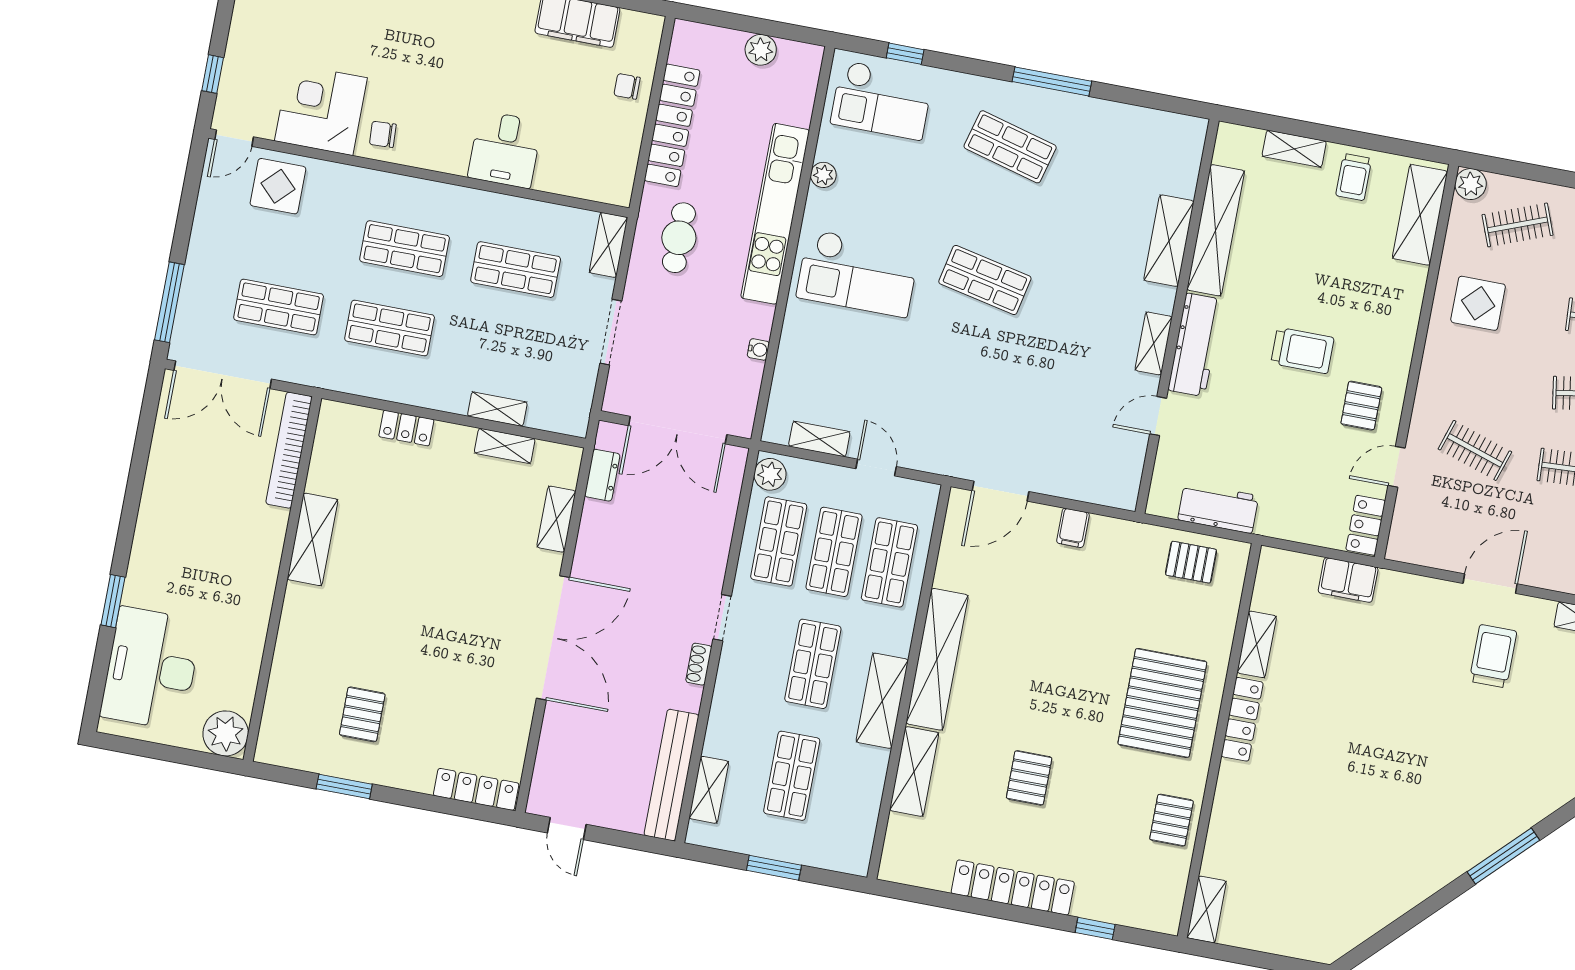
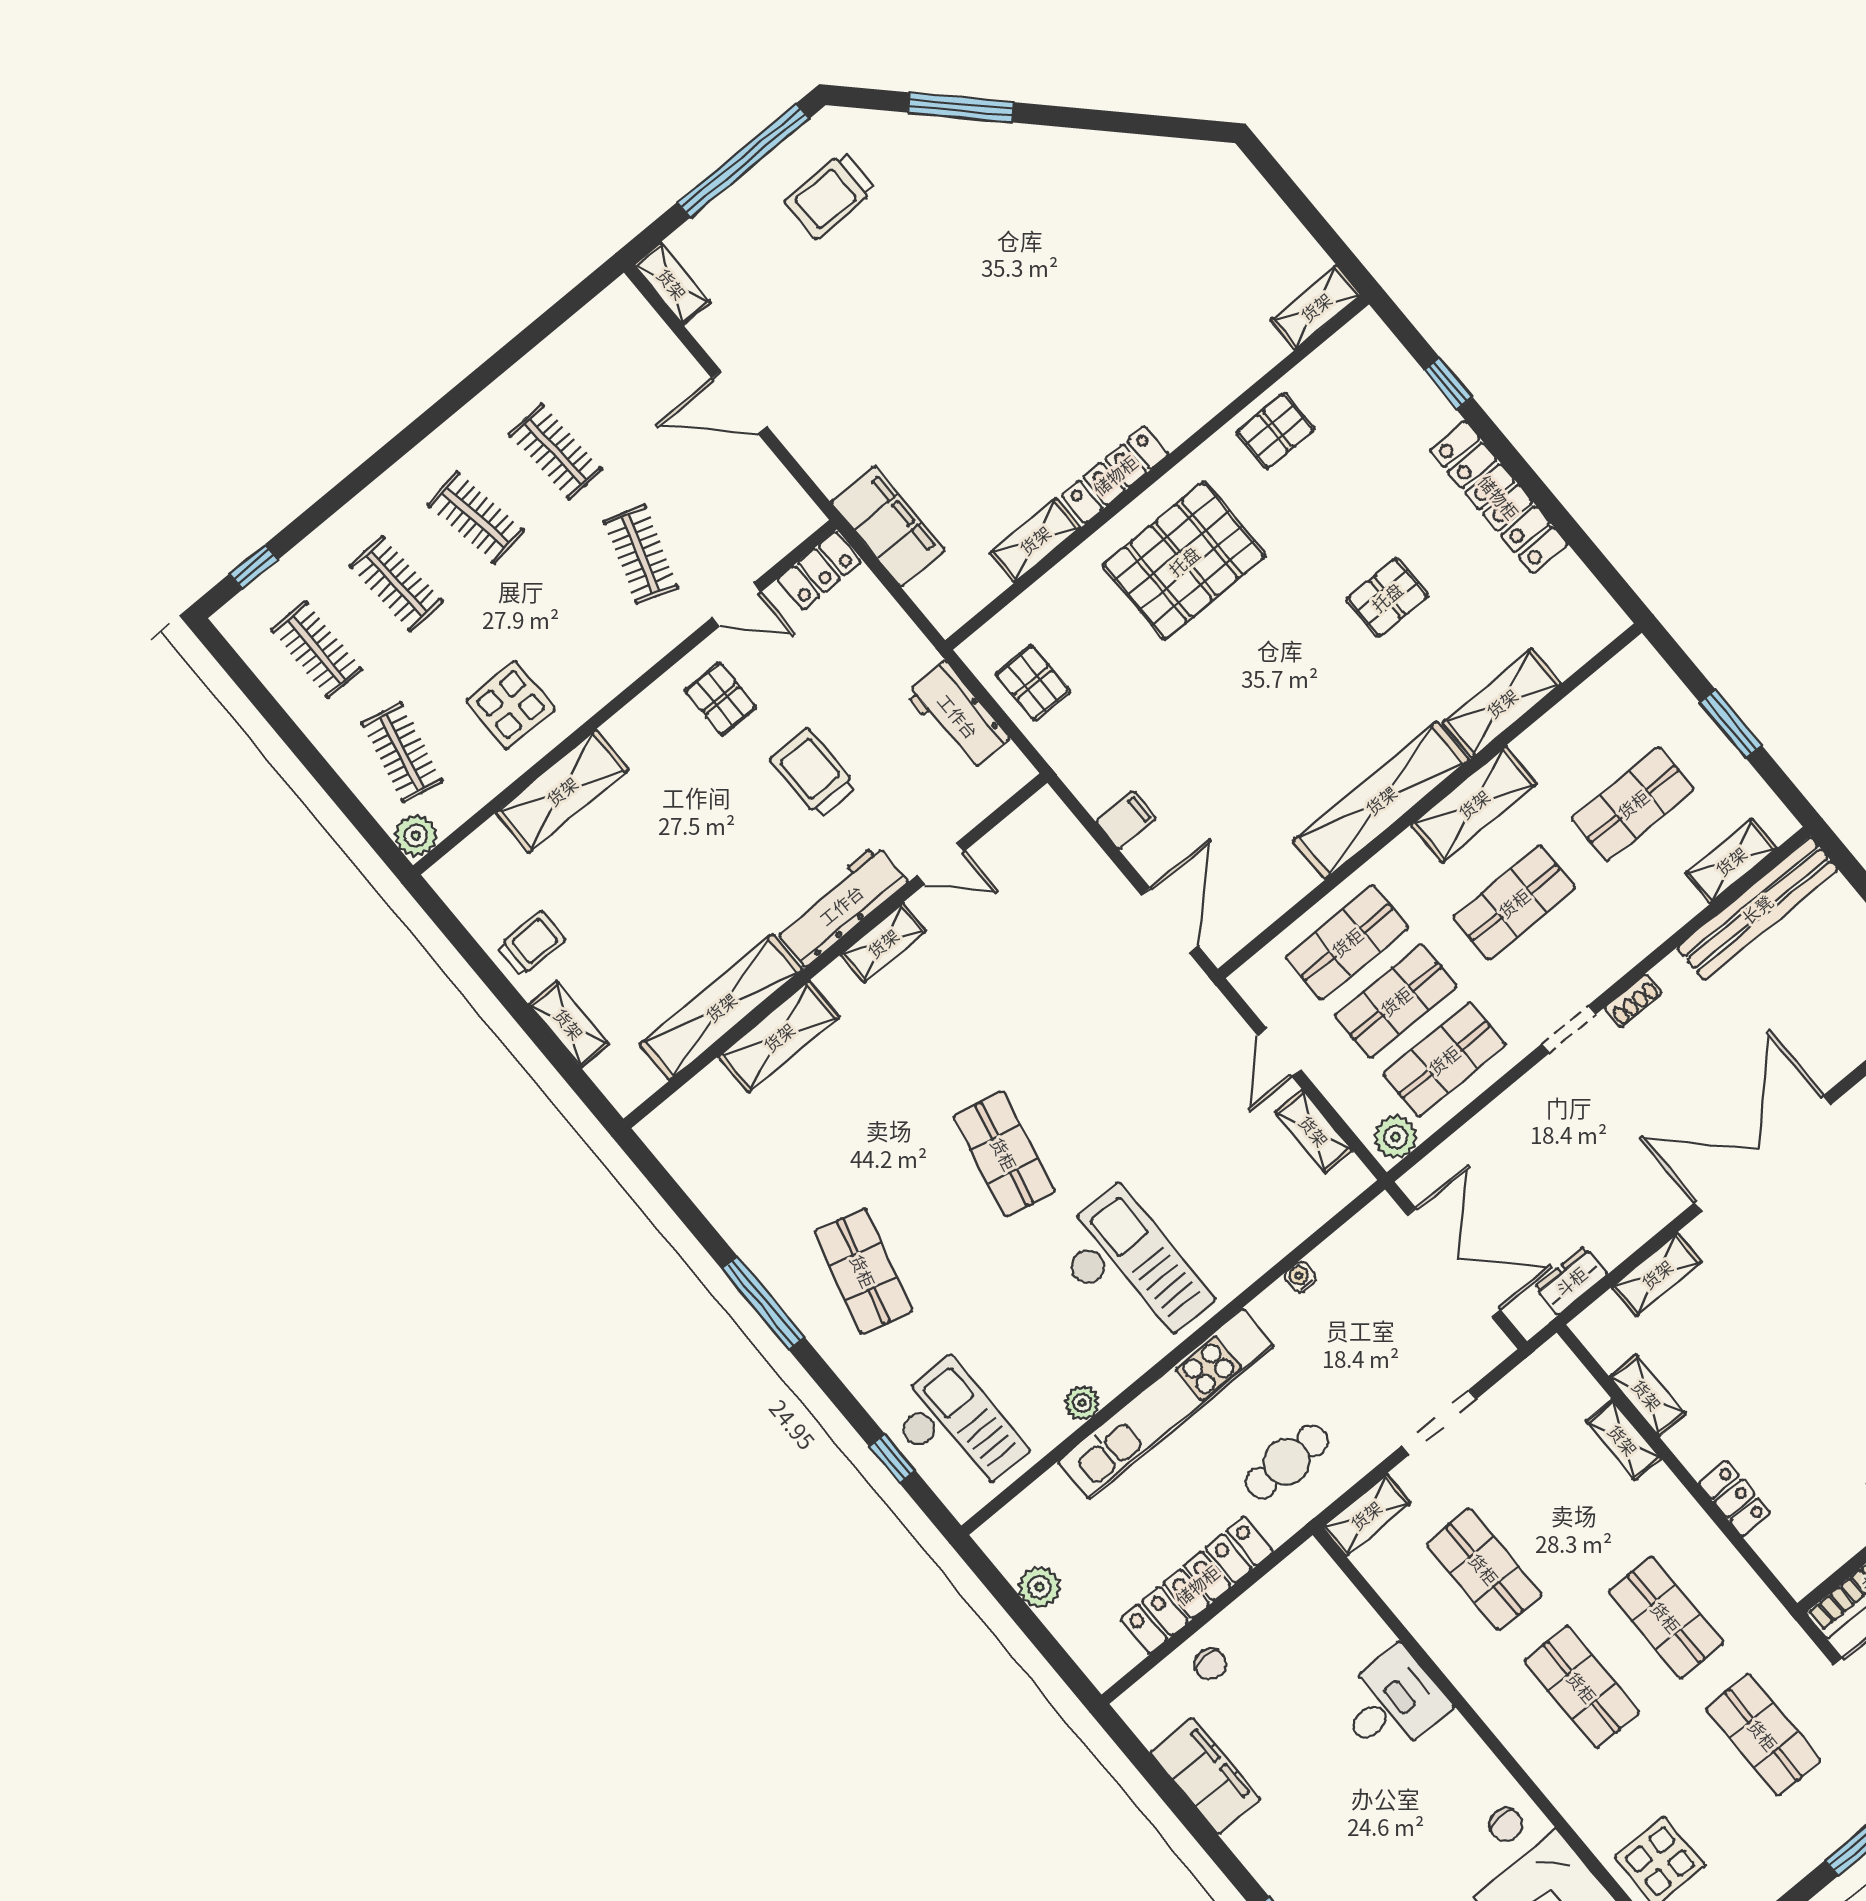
shelving: (1420, 215) -> (562, 791), moved
clothes rail: (1518, 225) -> (402, 753), turned 33
trolley: (1302, 351) -> (813, 773), moved
pallet: (1361, 406) -> (720, 699), turned 90
door: (1001, 491) -> (1170, 921), hinge flipped
filing cabinet: (1348, 580) -> (888, 526), width x1.50, depth x1.17
trolley: (1493, 656) -> (830, 195), moved

